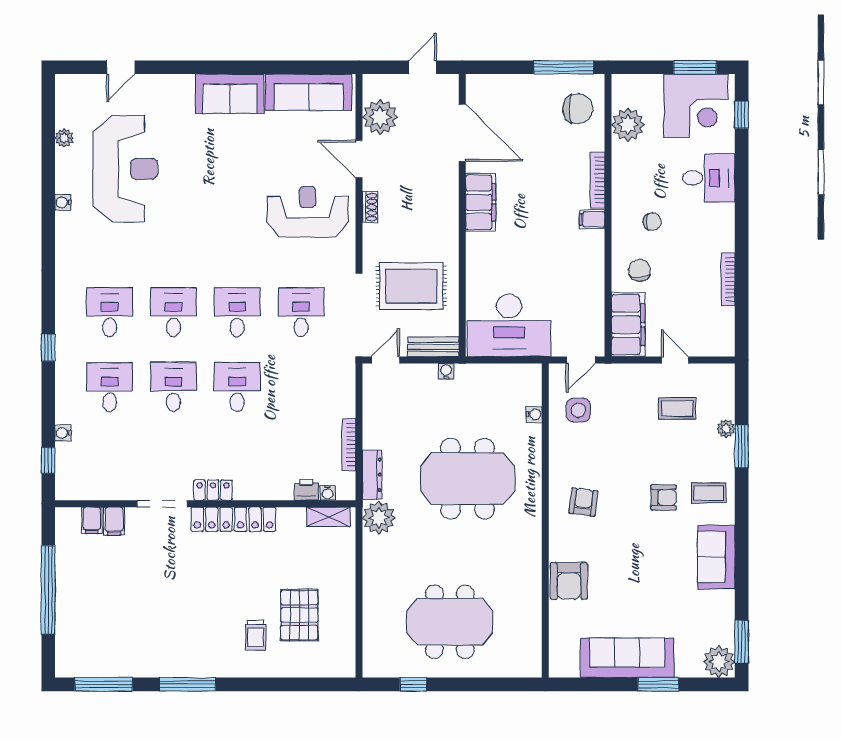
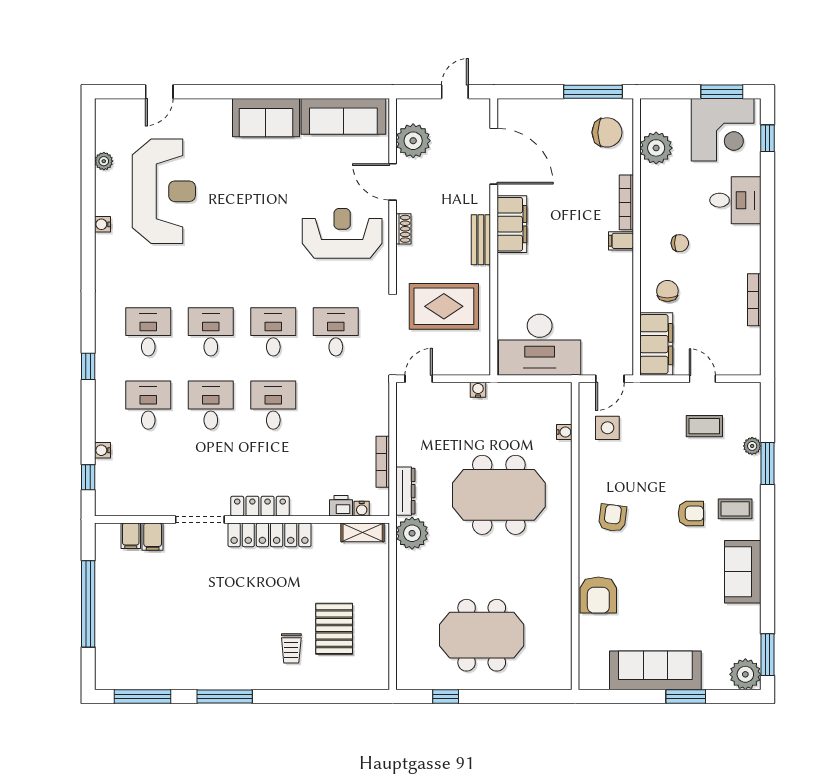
bench: (433, 347) -> (481, 240), moved, turned 90
locker: (213, 490) -> (260, 506), width x1.53

